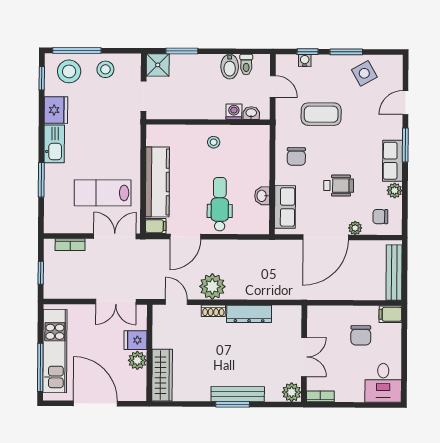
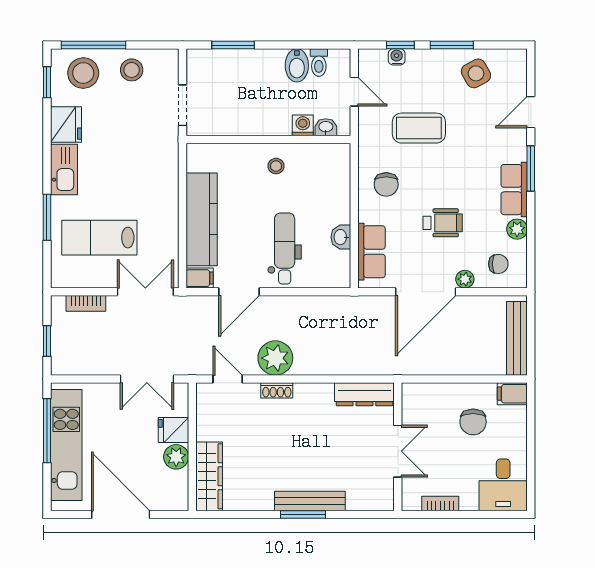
shower: (158, 65) -> (201, 64), removed
lab bench: (103, 193) -> (99, 238), moved
chair: (380, 217) -> (498, 264), turned 180
dresser: (249, 314) -> (364, 394), moved
window: (40, 367) -> (47, 431), moved
plant: (292, 392) -> (381, 498), removed
bookcase: (320, 396) -> (440, 503), moved

